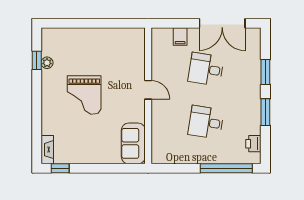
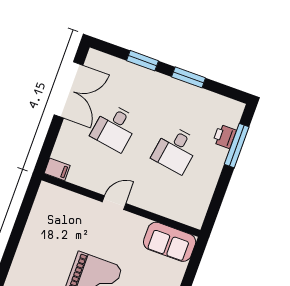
filing cabinet: (180, 36) -> (57, 169), moved
printer: (253, 144) -> (225, 136), moved, turned 90
window: (226, 168) -> (237, 146), width x0.68

